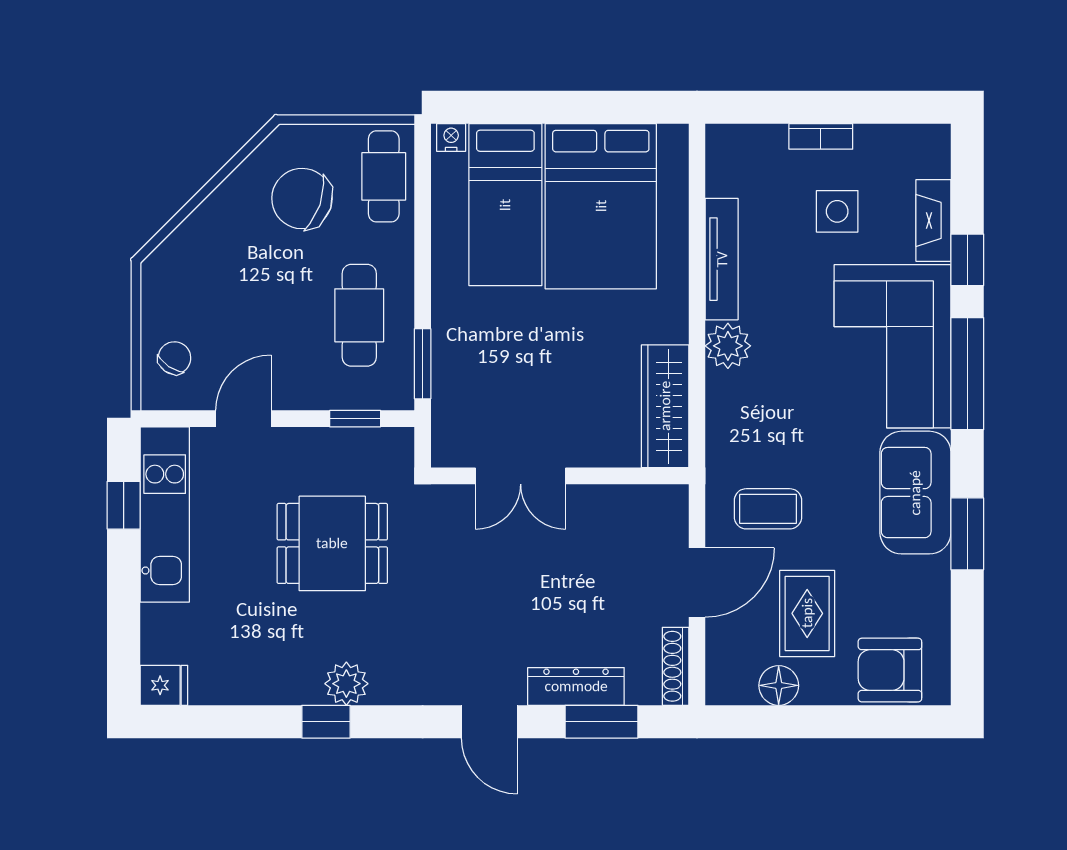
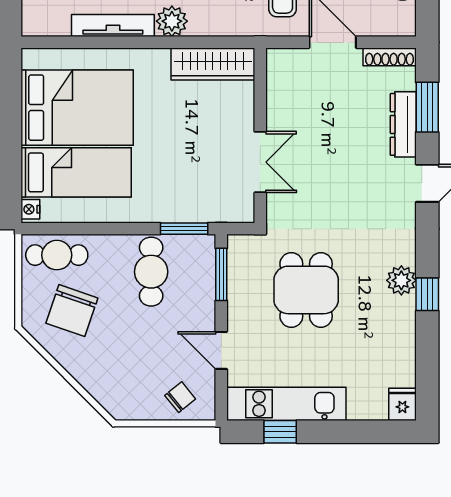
cafe table: (359, 315) -> (151, 272), turned 90
chair: (174, 358) -> (180, 397), turned 107
window: (355, 419) -> (221, 274), width x1.50

